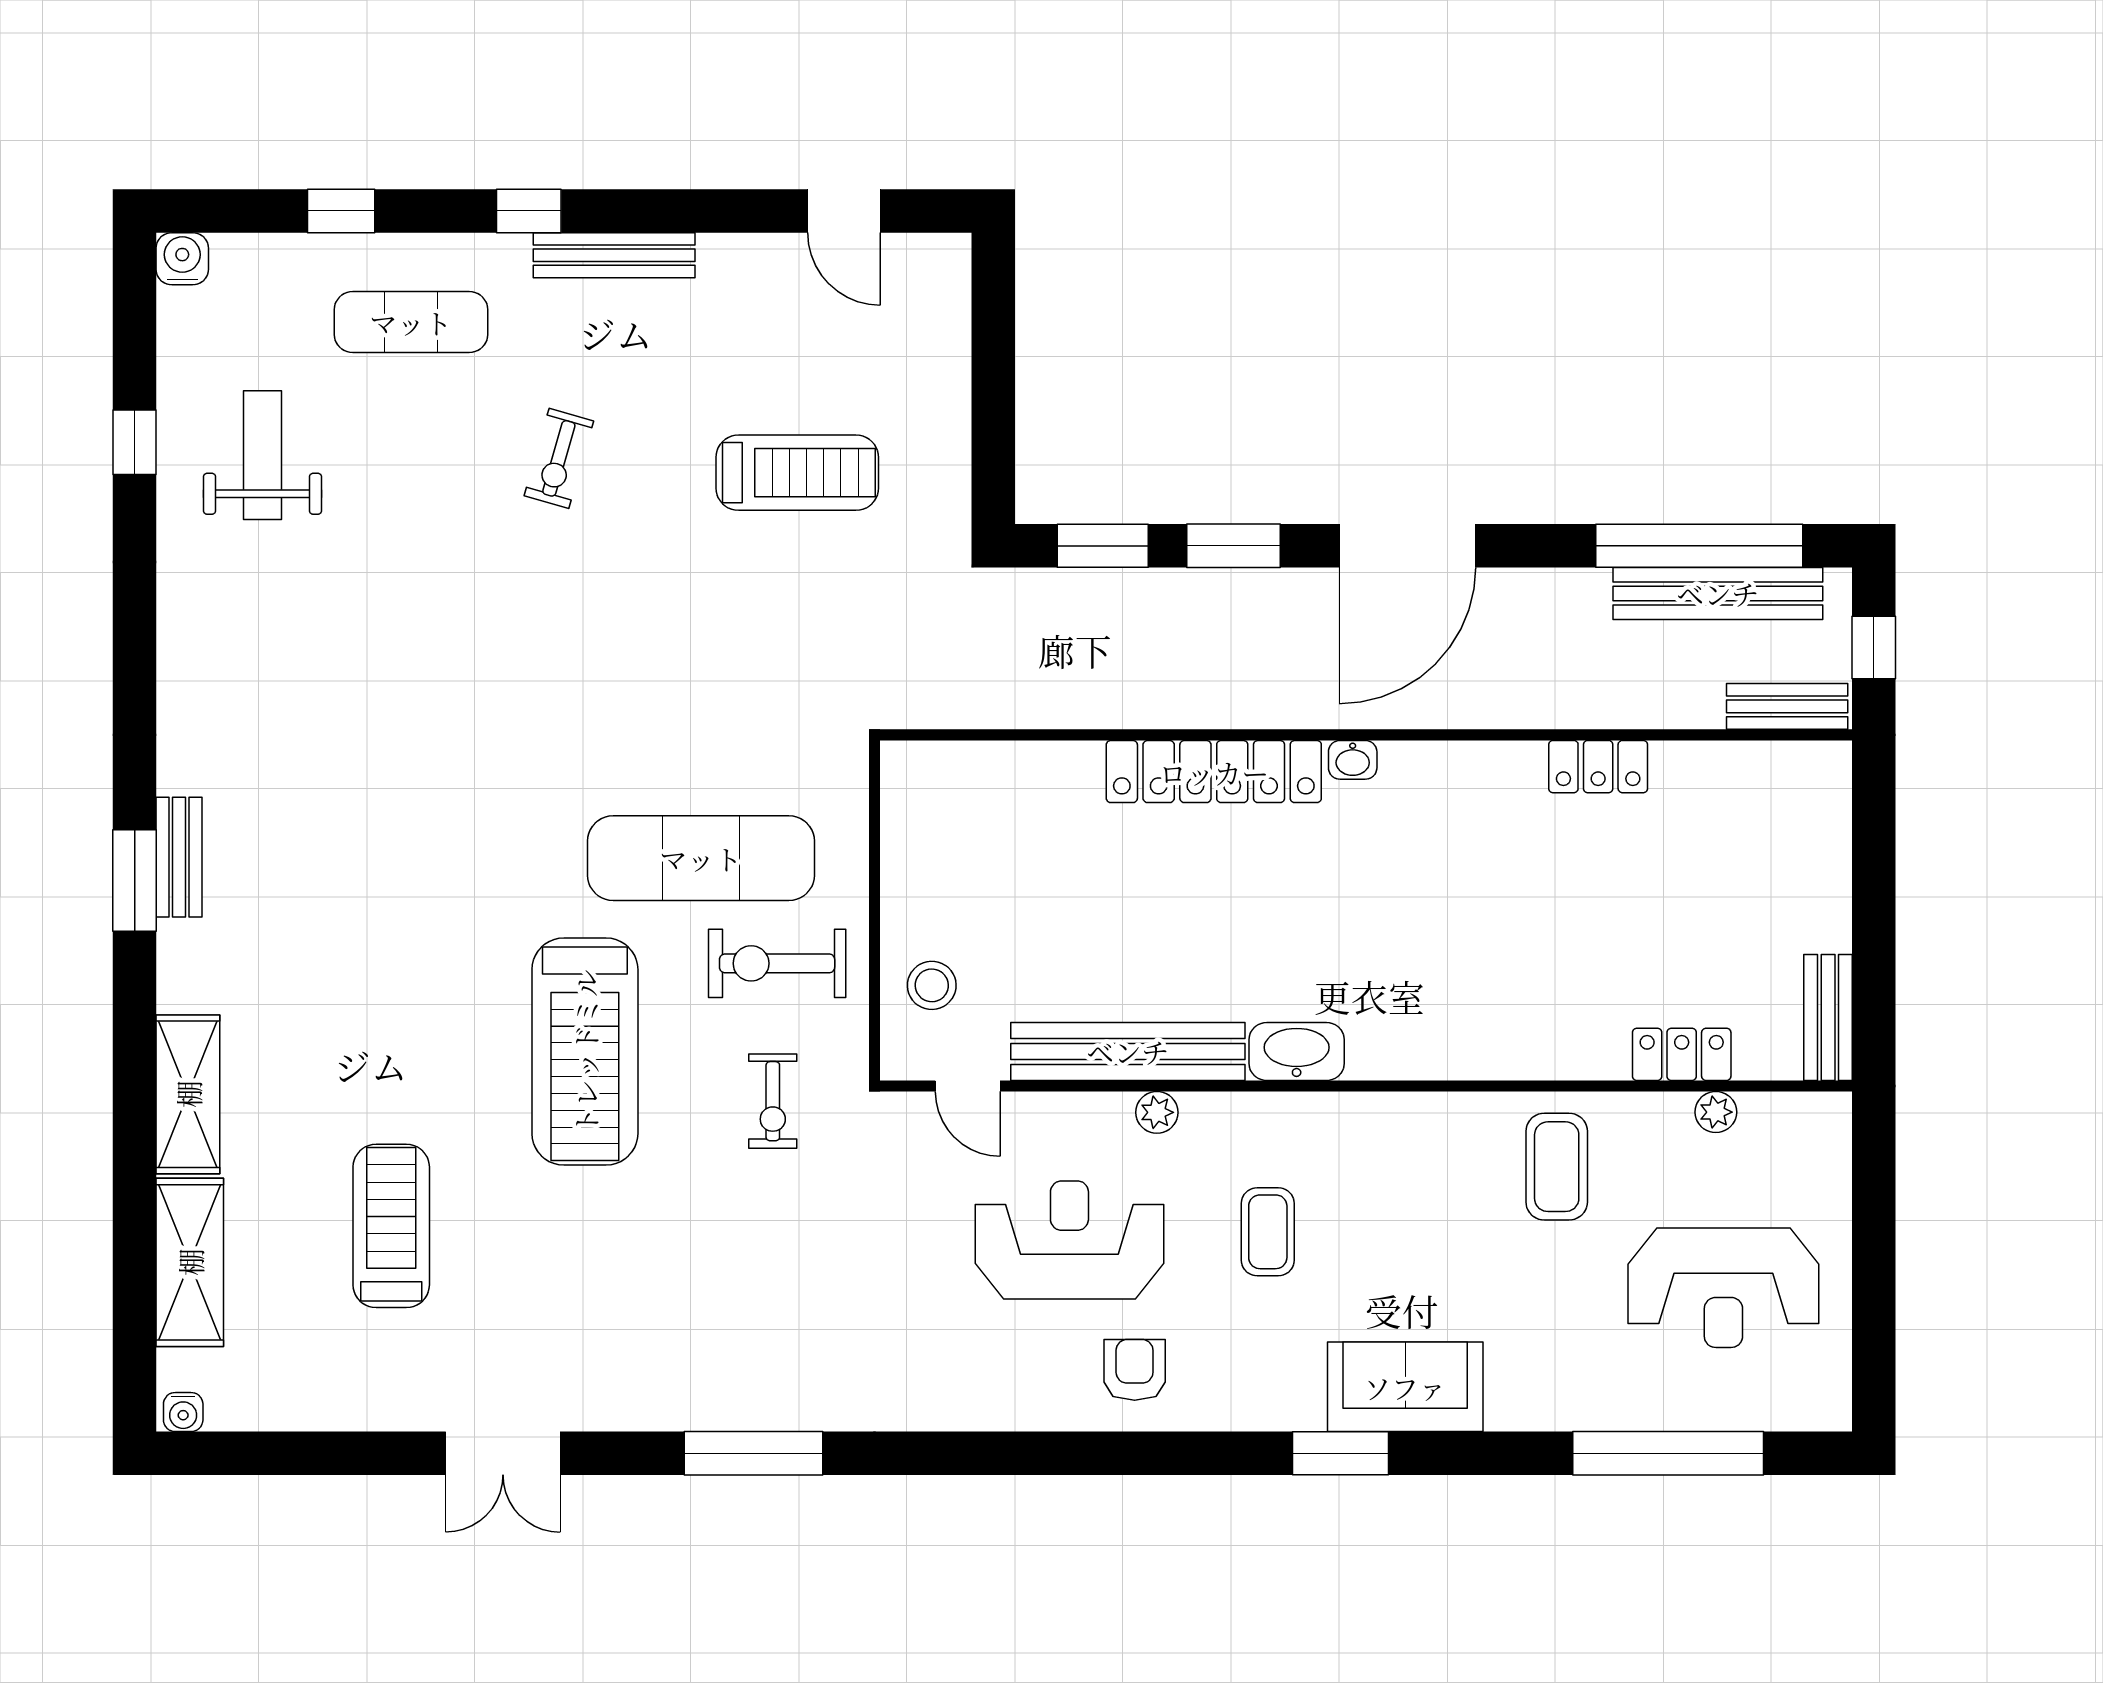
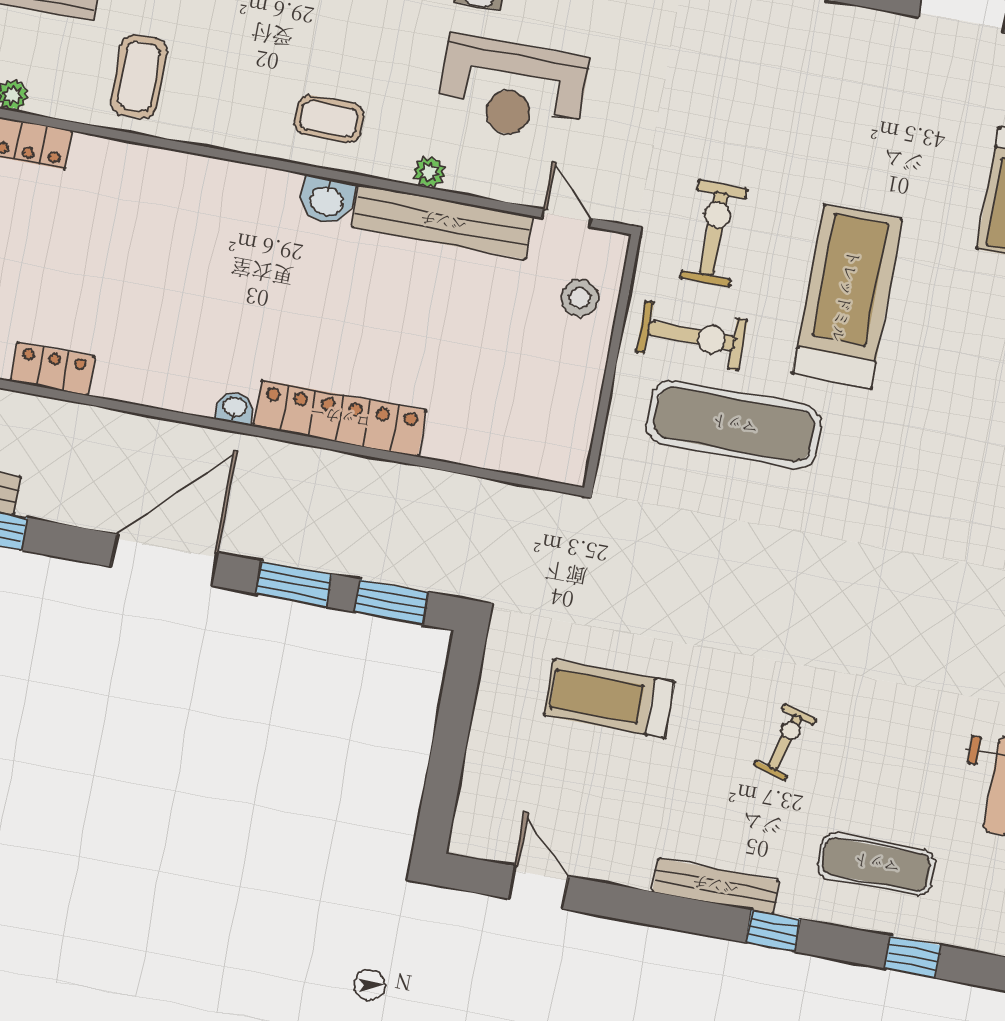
washbasin: (1297, 1052) -> (327, 200), width x0.72
exercise bike: (773, 1101) -> (714, 234), width x1.38, depth x1.39
coffee table: (1268, 1232) -> (329, 119), moved, turned 90

